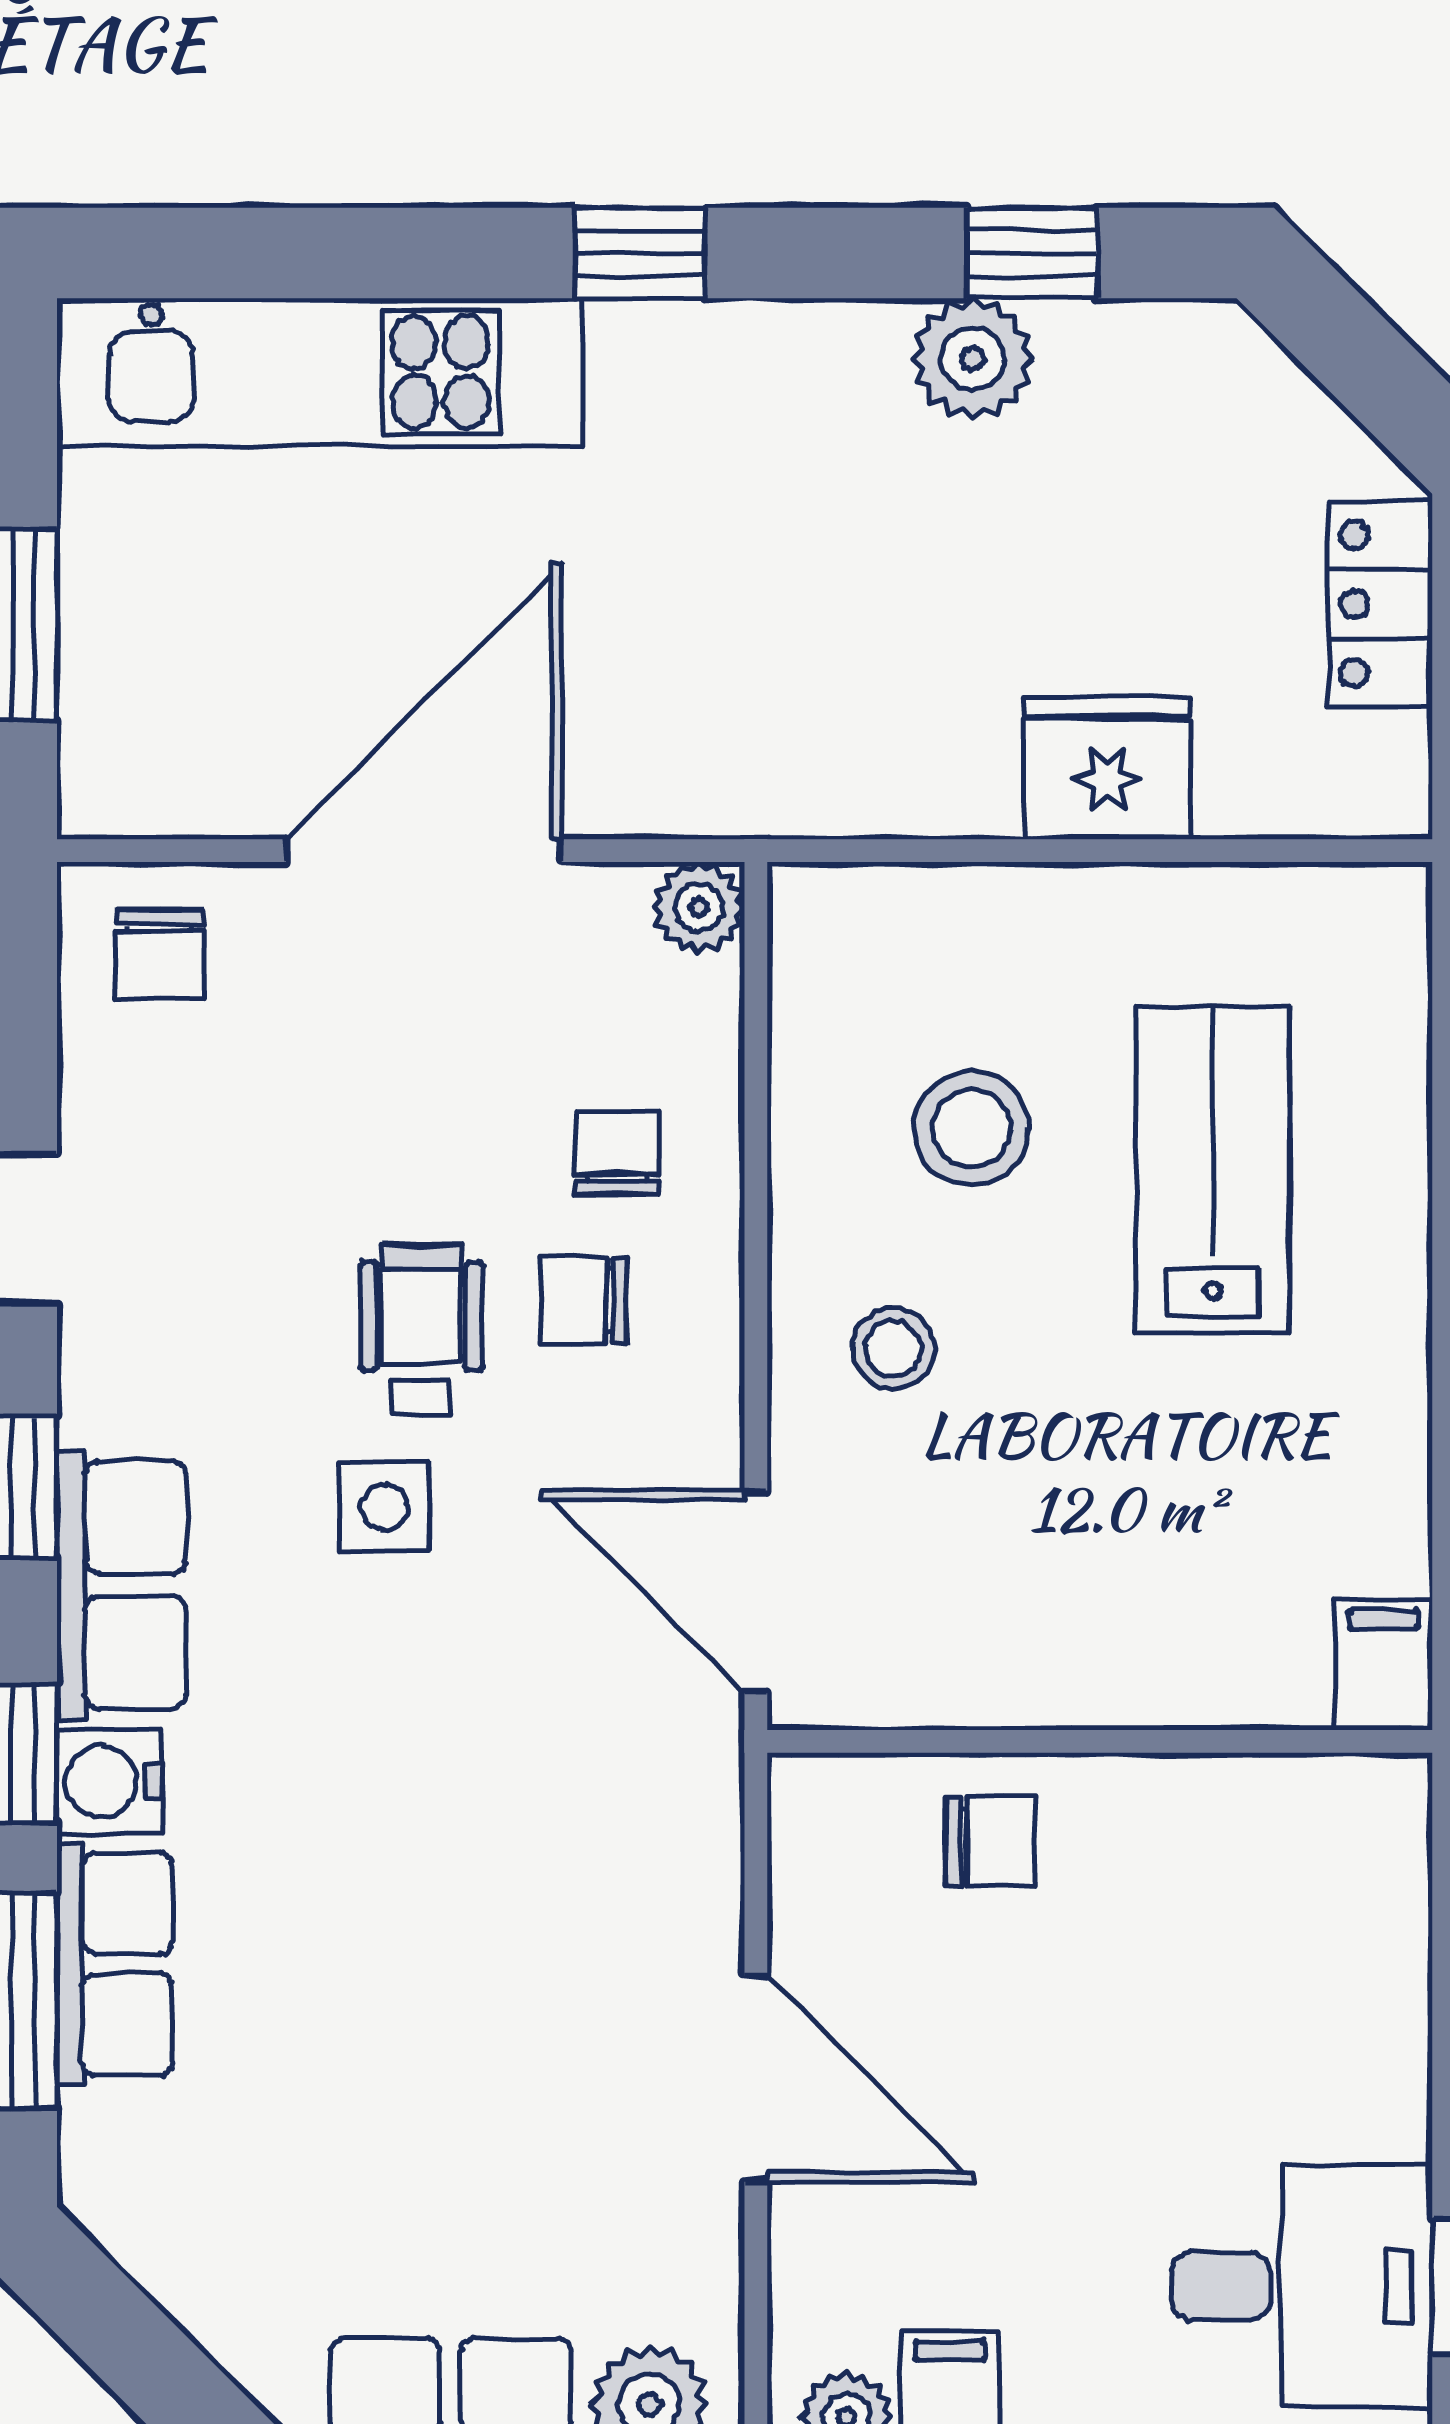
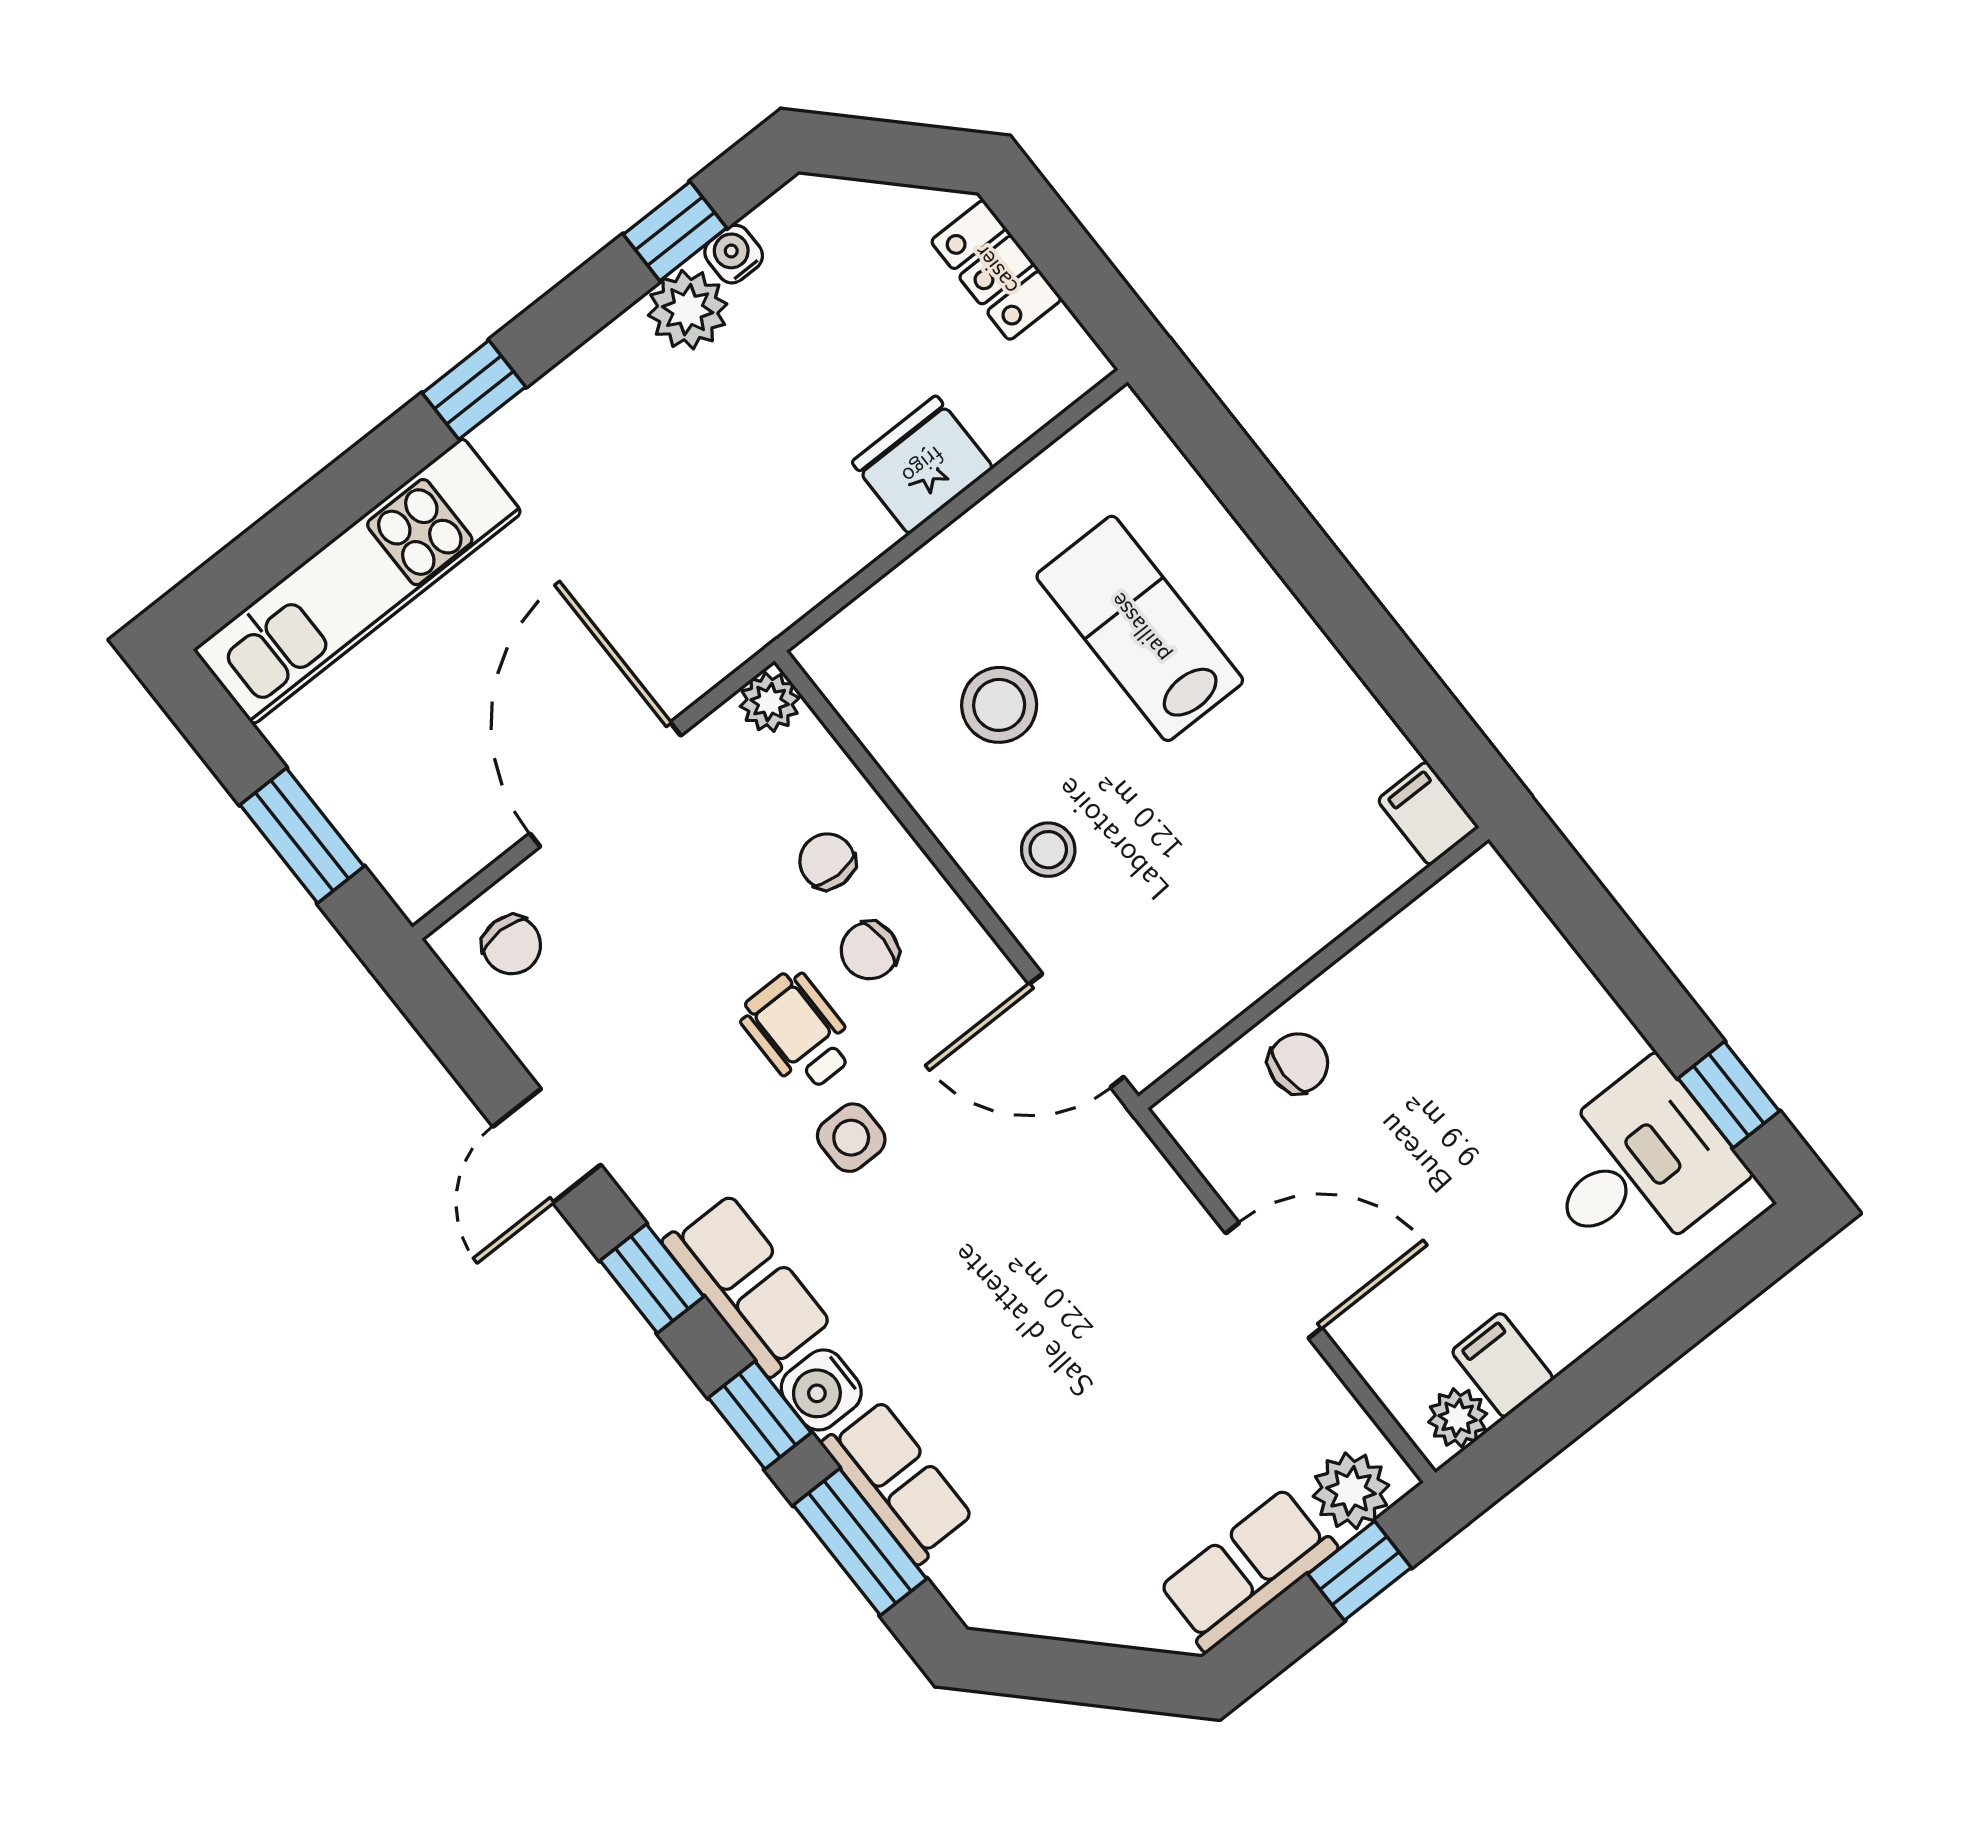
water cooler: (1080, 336) -> (734, 254), added

